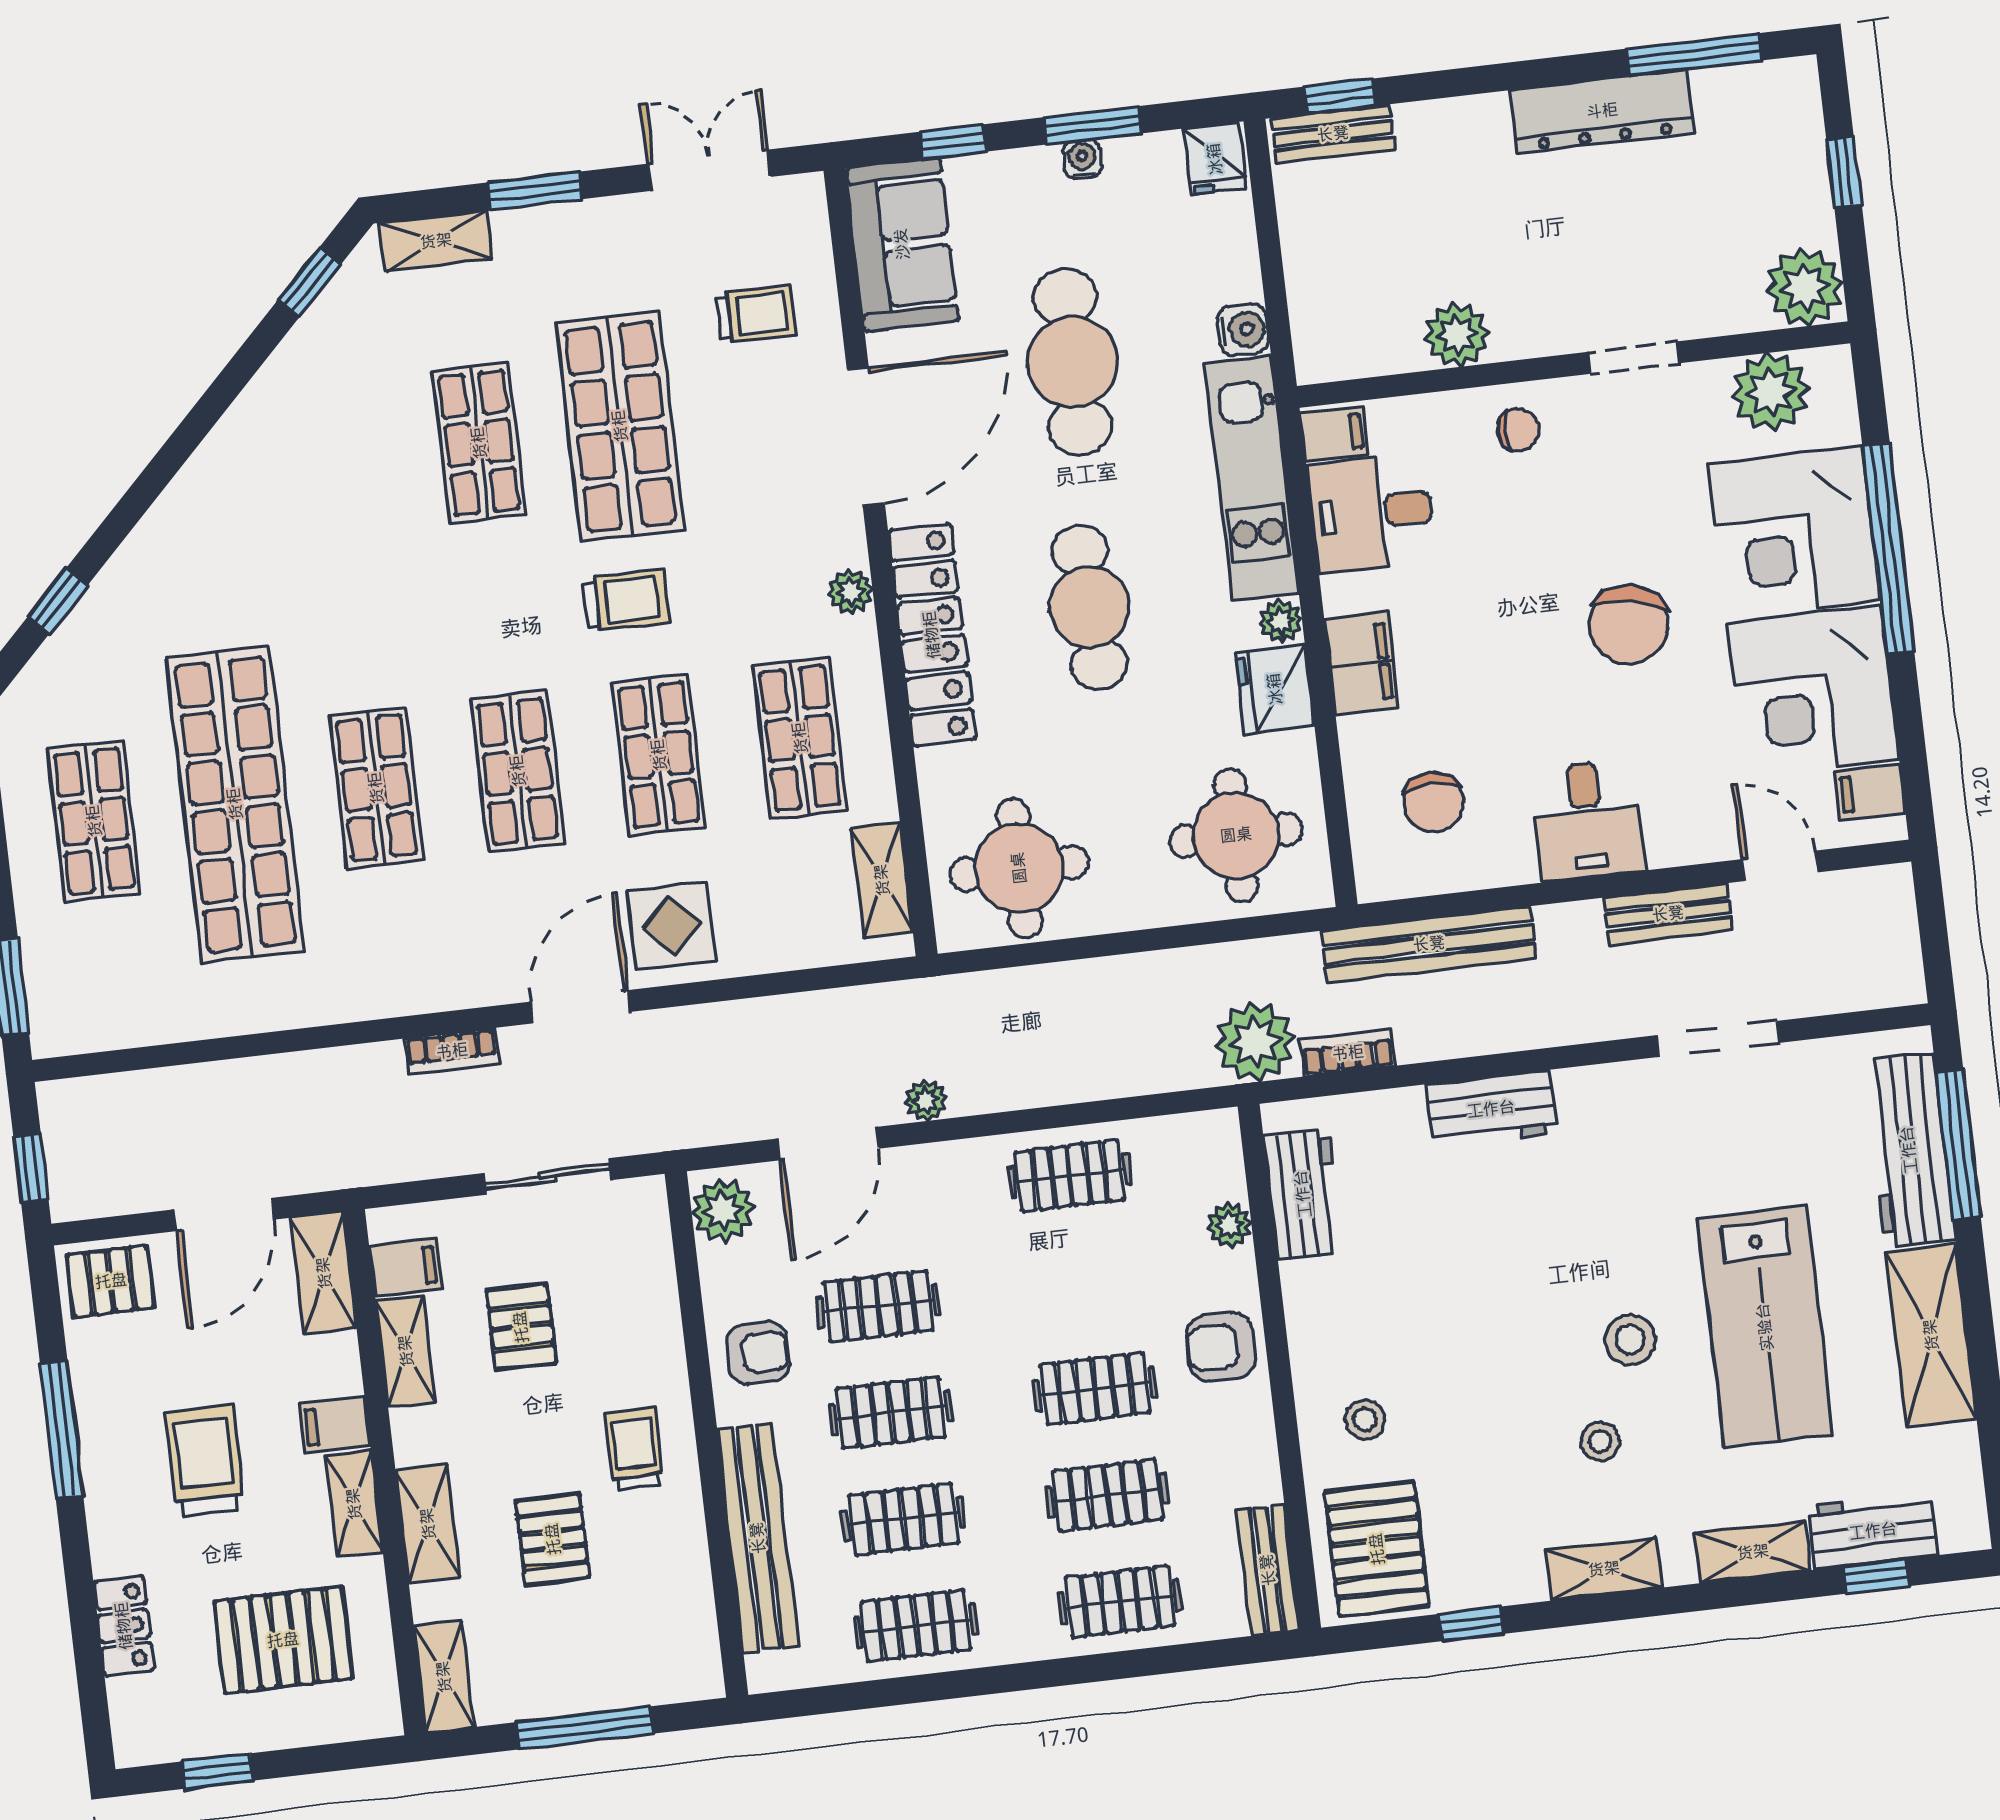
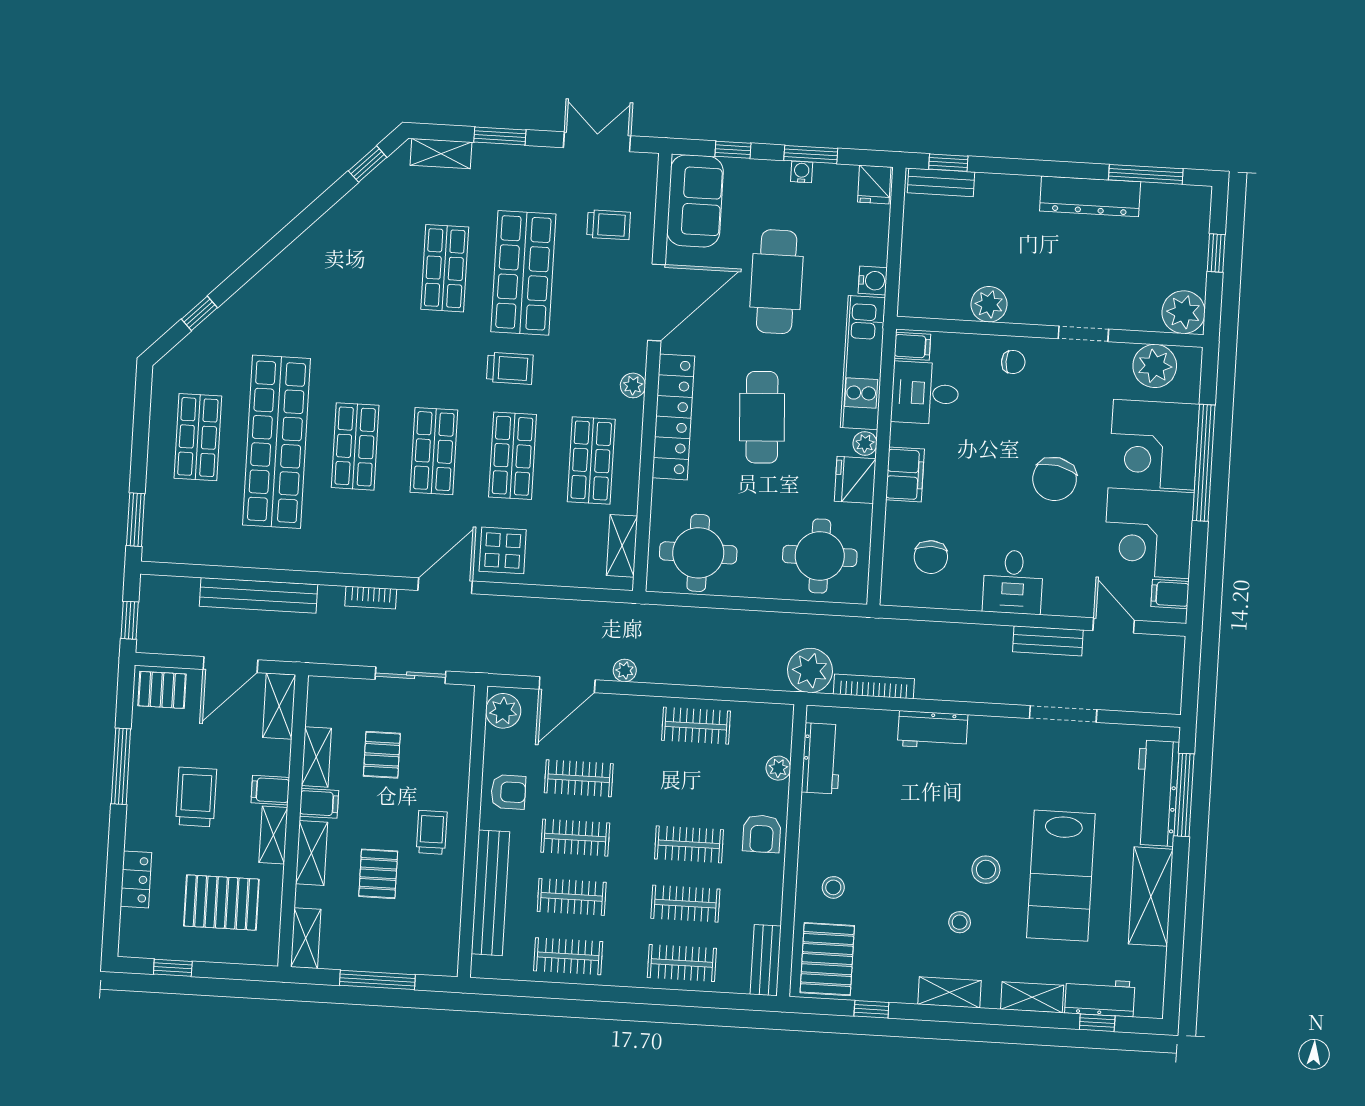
bench: (1429, 944) -> (258, 595), moved
bookcase: (1348, 1053) -> (874, 686), width x1.56
filing cabinet: (406, 1268) -> (319, 803), moved
armchair: (1221, 1347) -> (762, 834), turned -90

